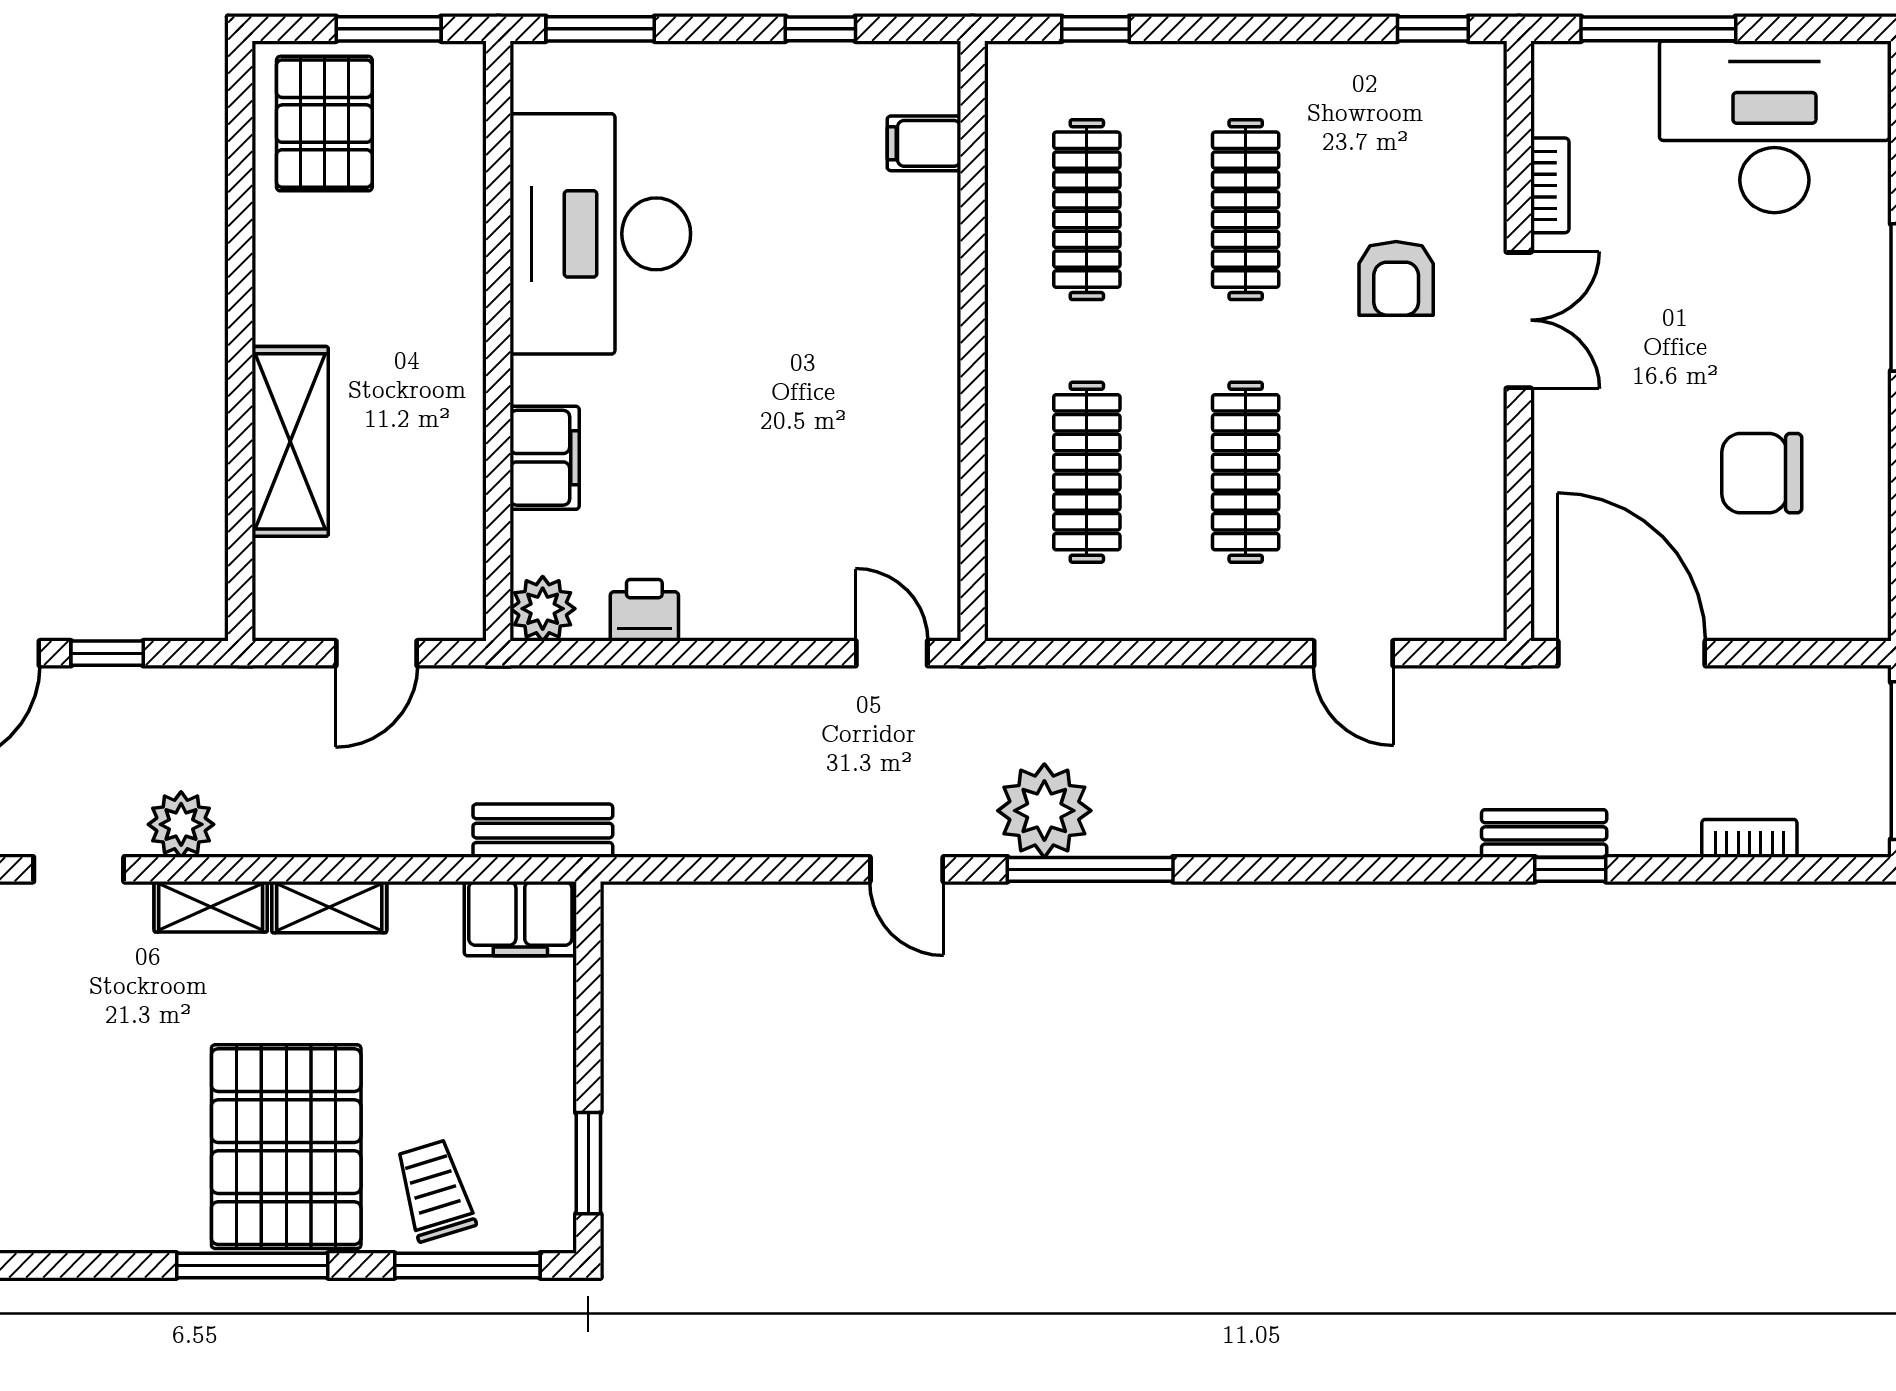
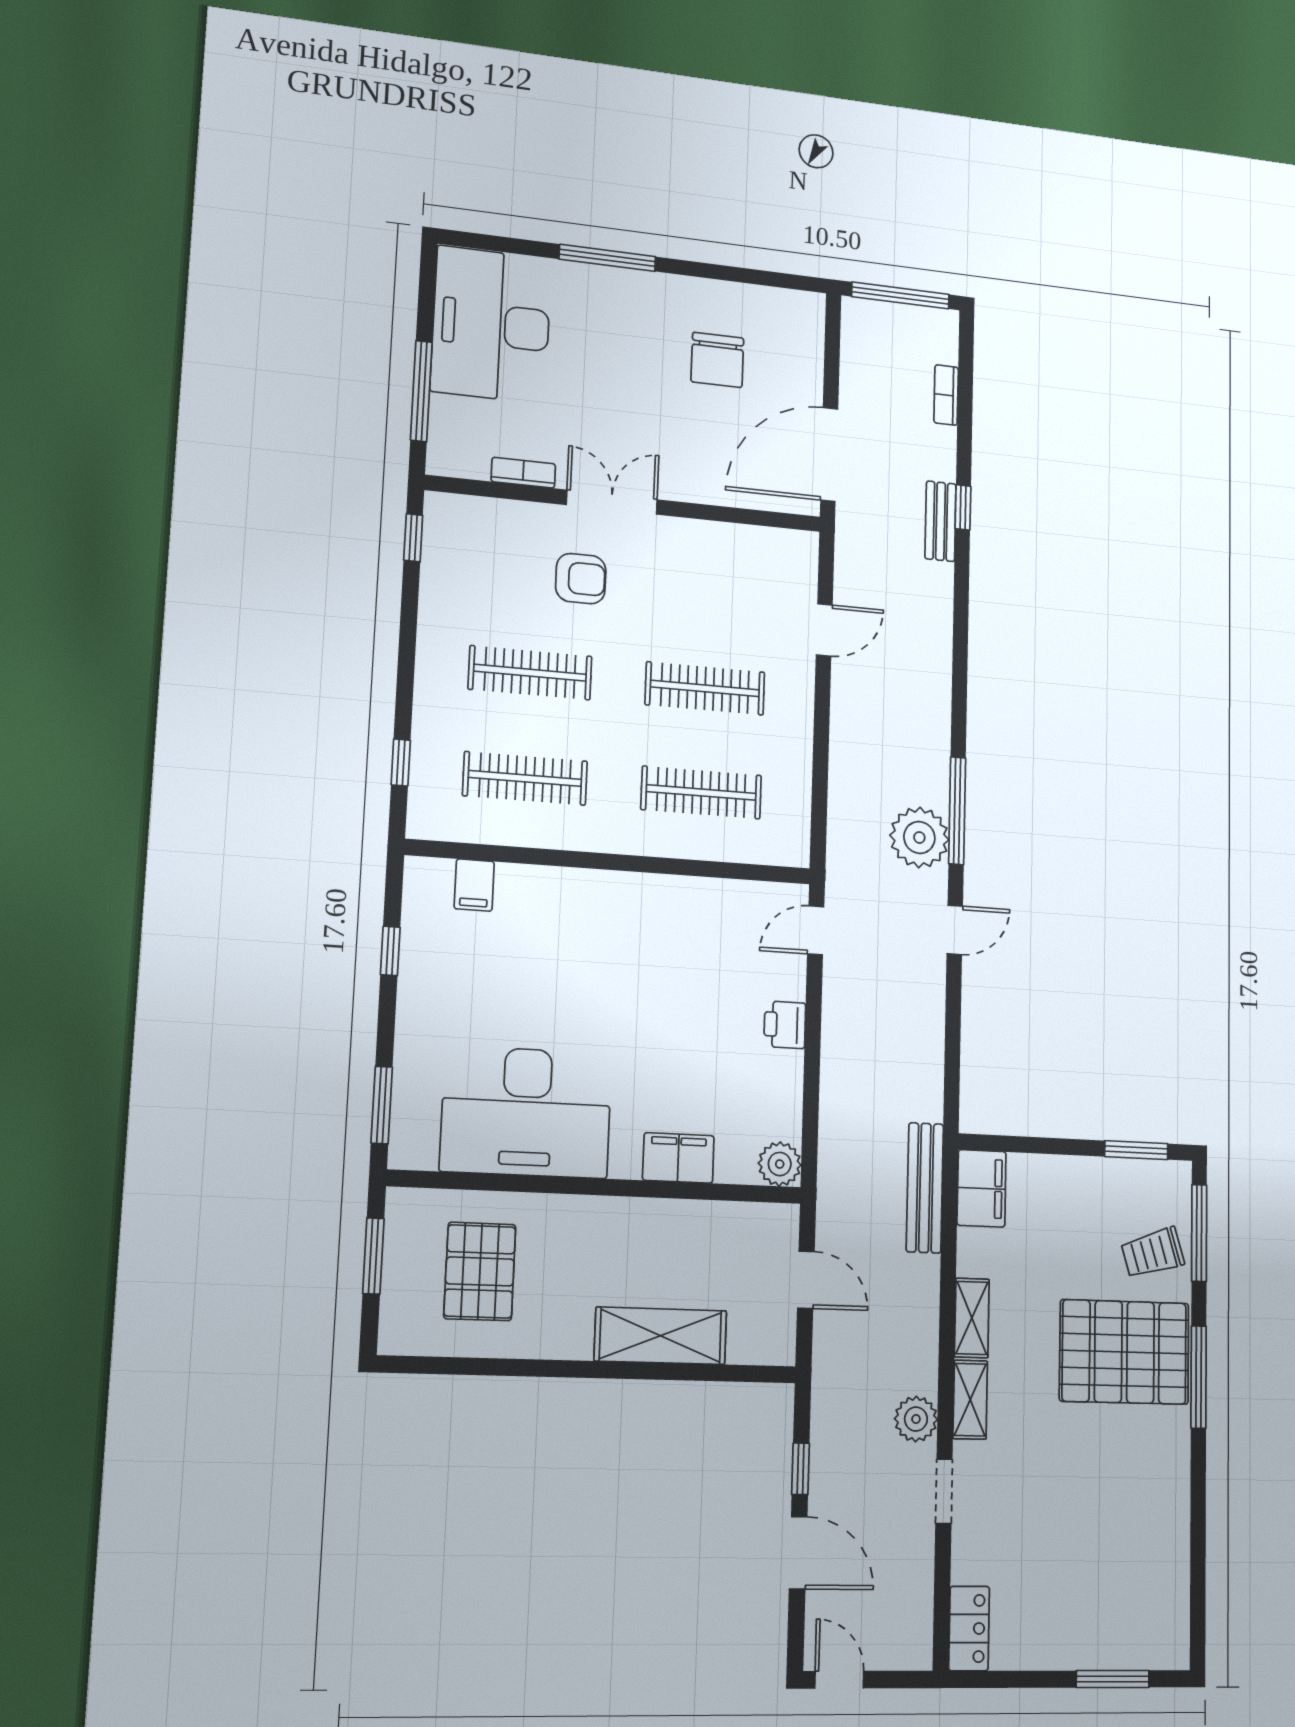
pallet: (324, 124) -> (480, 1271), moved, turned 90
printer: (644, 610) -> (785, 1025), moved
bench: (543, 831) -> (925, 1188), width x1.36

